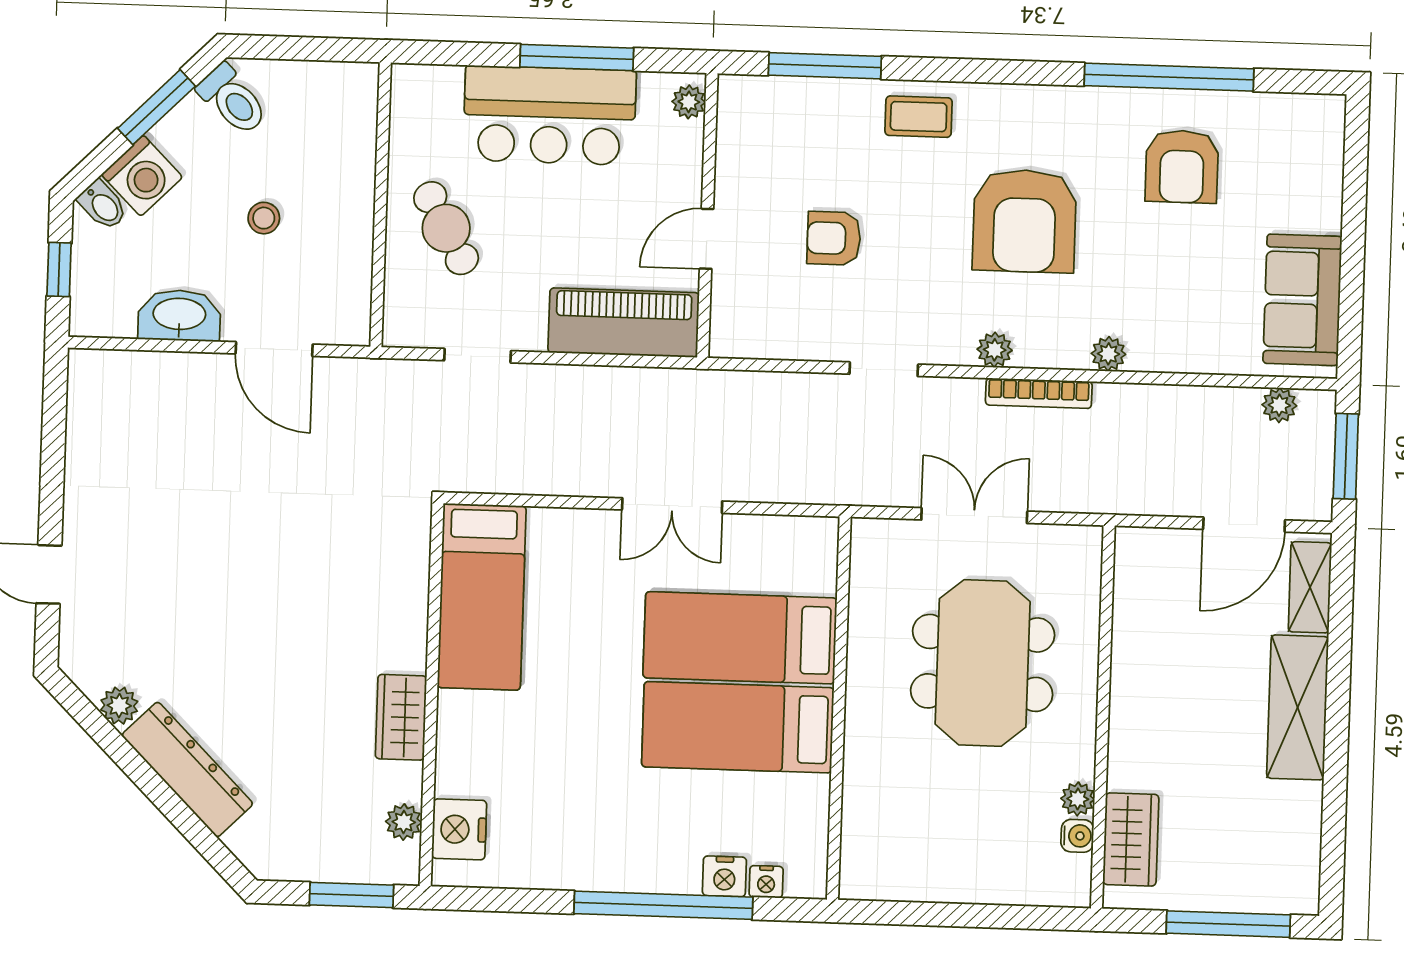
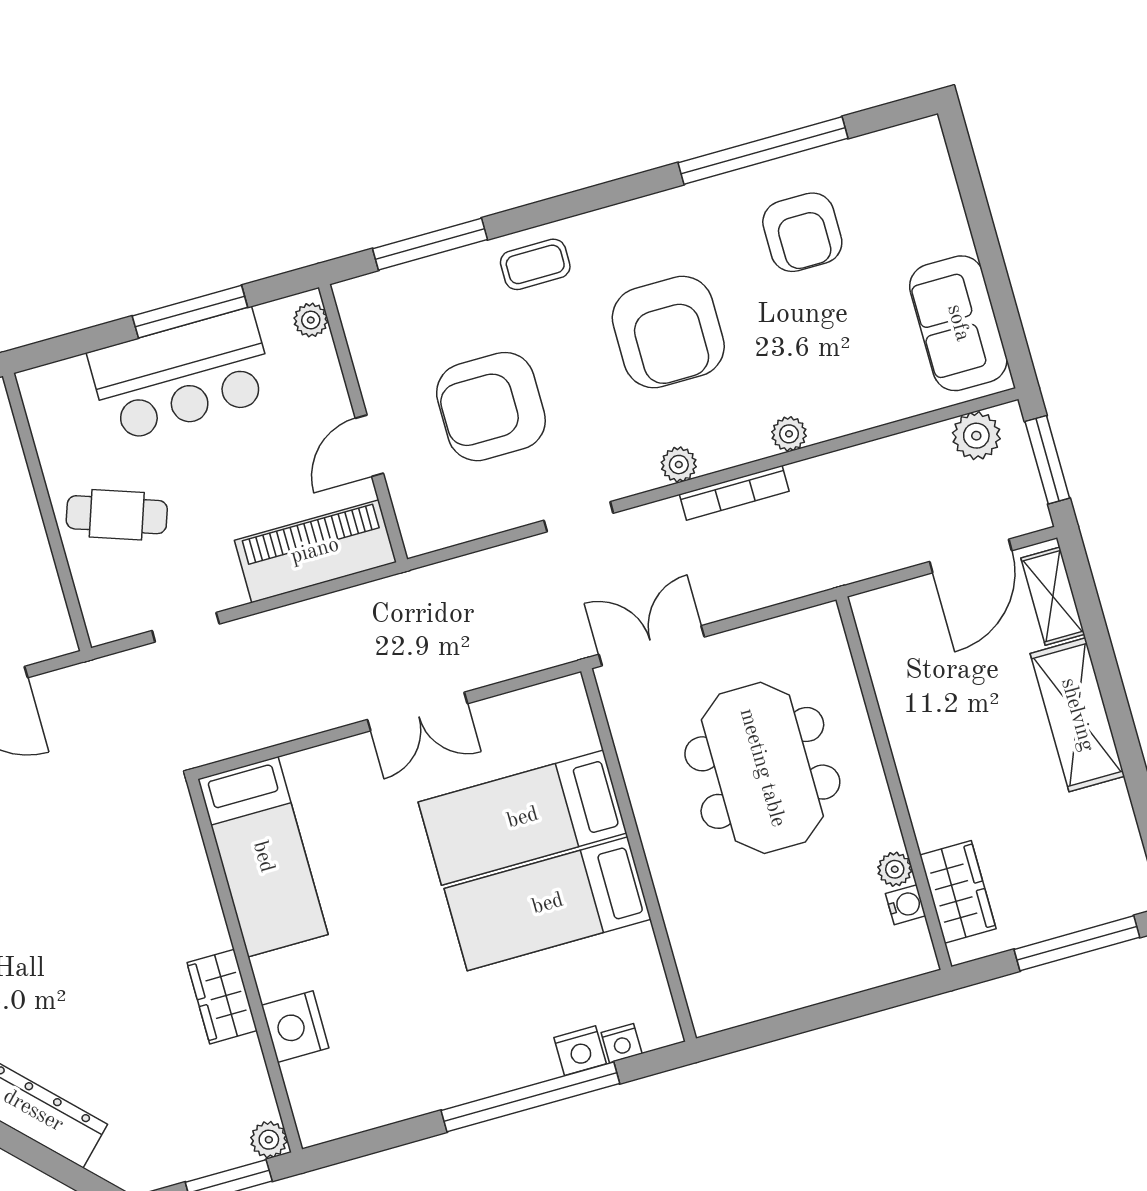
cafe table: (446, 228) -> (117, 515), turned -42
armchair: (834, 238) -> (491, 407), width x1.88, depth x1.88
plant: (1279, 405) -> (976, 436), width x1.38, depth x1.38
double door: (974, 516) -> (652, 646), moved
plant: (404, 822) -> (269, 1140), moved
nightstand: (459, 829) -> (295, 1027), moved

